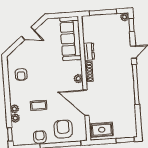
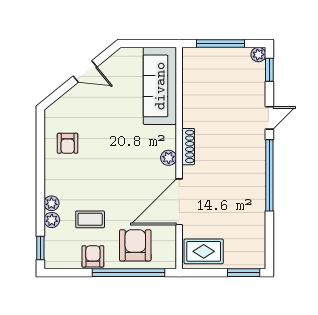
dresser: (89, 52) -> (191, 111), removed
door: (86, 103) -> (179, 202), hinge flipped
coffee table: (39, 105) -> (90, 219), moved

